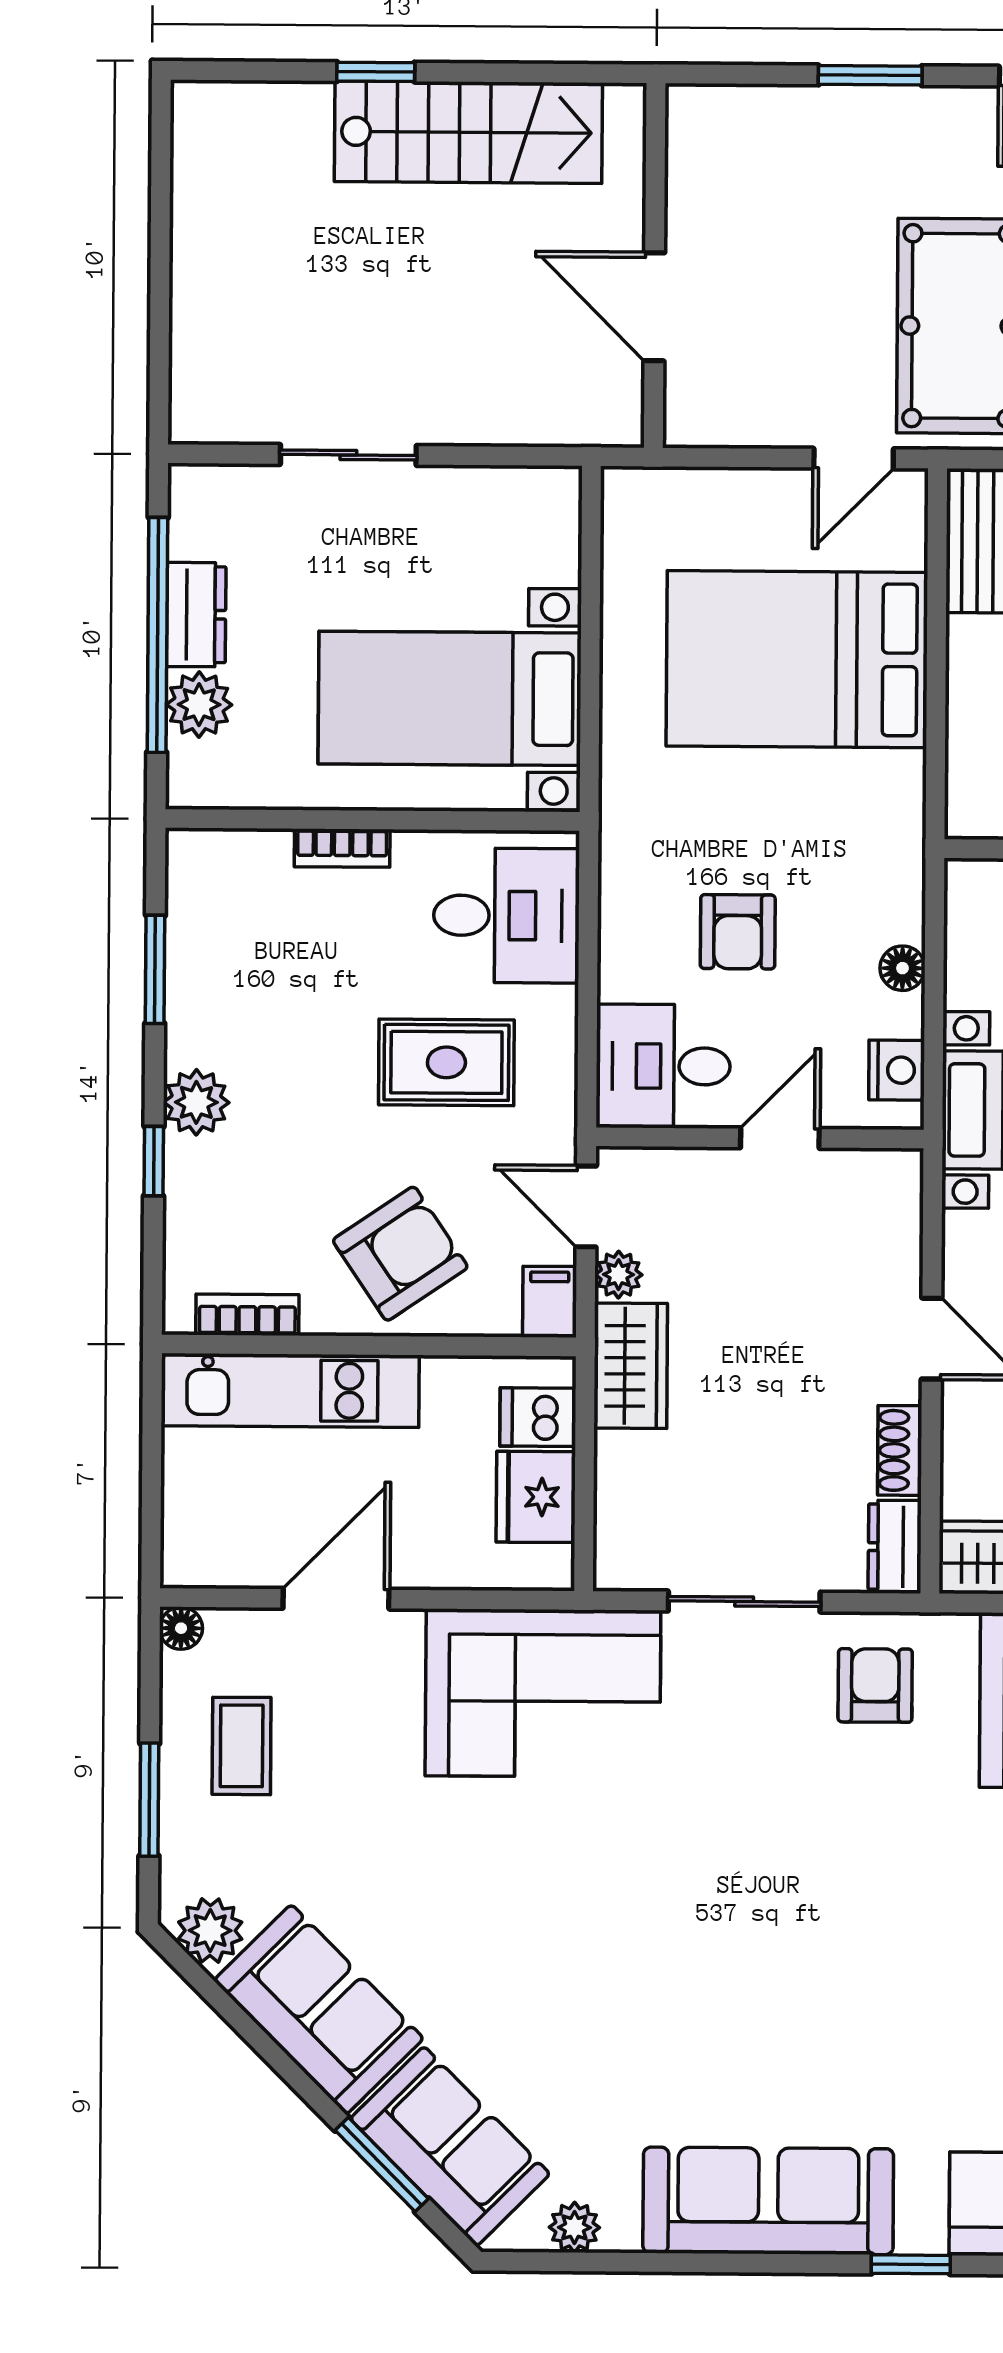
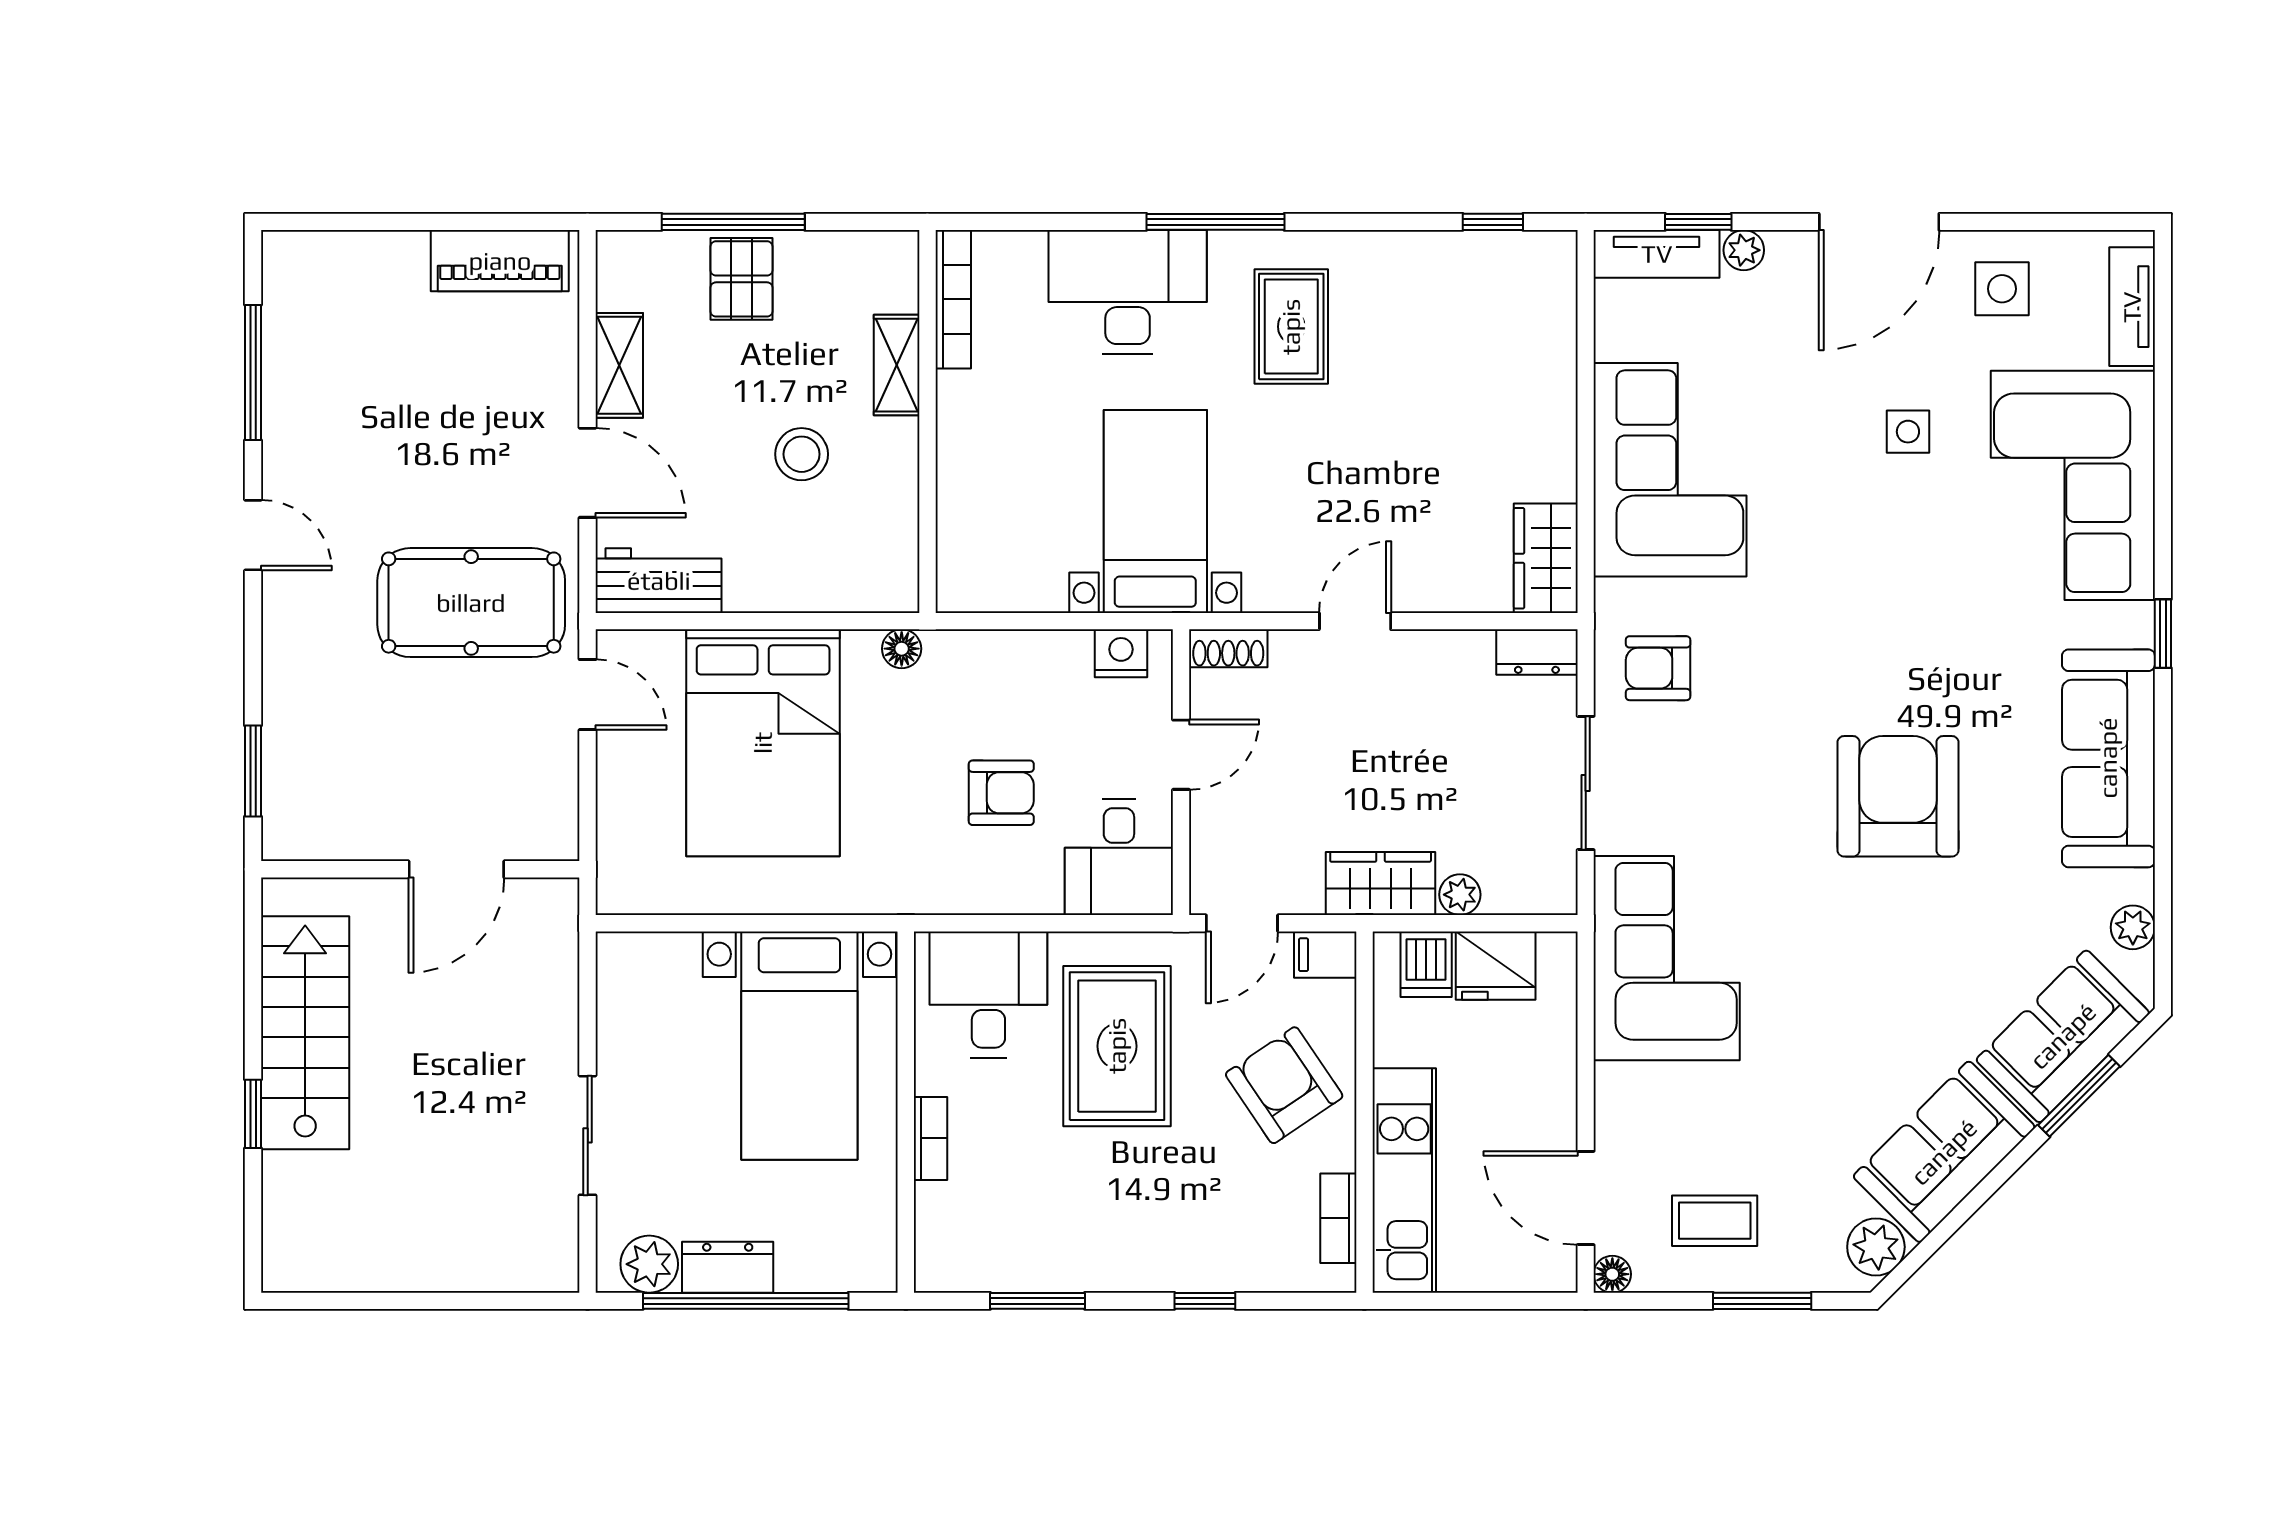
window: (870, 75) -> (253, 771), moved
plant: (199, 705) -> (649, 1264), moved
floor lamp: (902, 968) -> (902, 649), moved
rug: (446, 1062) -> (1117, 1046), width x1.36, depth x1.43
plant: (196, 1102) -> (1153, 1264), removed
door: (780, 1138) -> (1181, 755), swing flipped
plant: (619, 1275) -> (1460, 895), moved
shoe rack: (900, 1450) -> (1228, 648), moved
door: (336, 1599) -> (1586, 1198), moved
armchair: (726, 1959) -> (1898, 796), added

